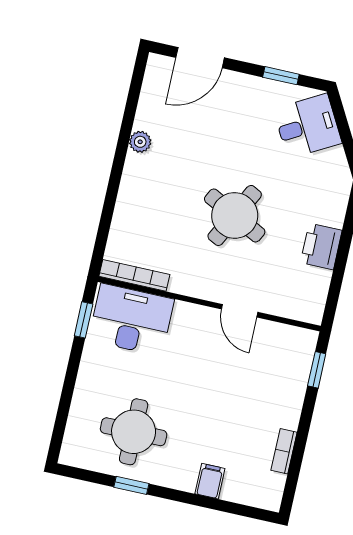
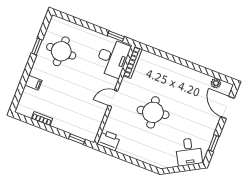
plant: (140, 142) -> (216, 83), moved
round table: (235, 215) -> (153, 112), turned -37
printer: (321, 246) -> (109, 140), moved
door: (240, 311) -> (113, 98), moved

